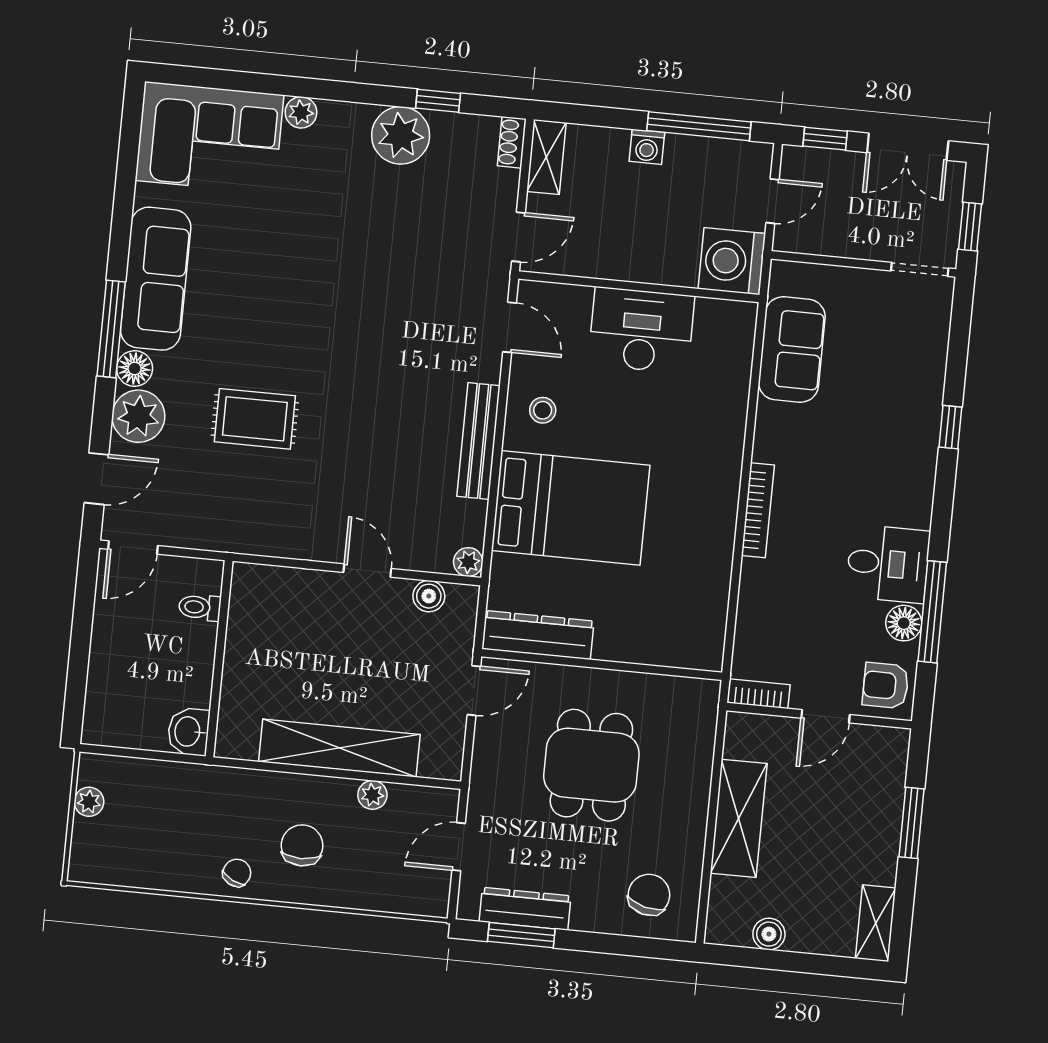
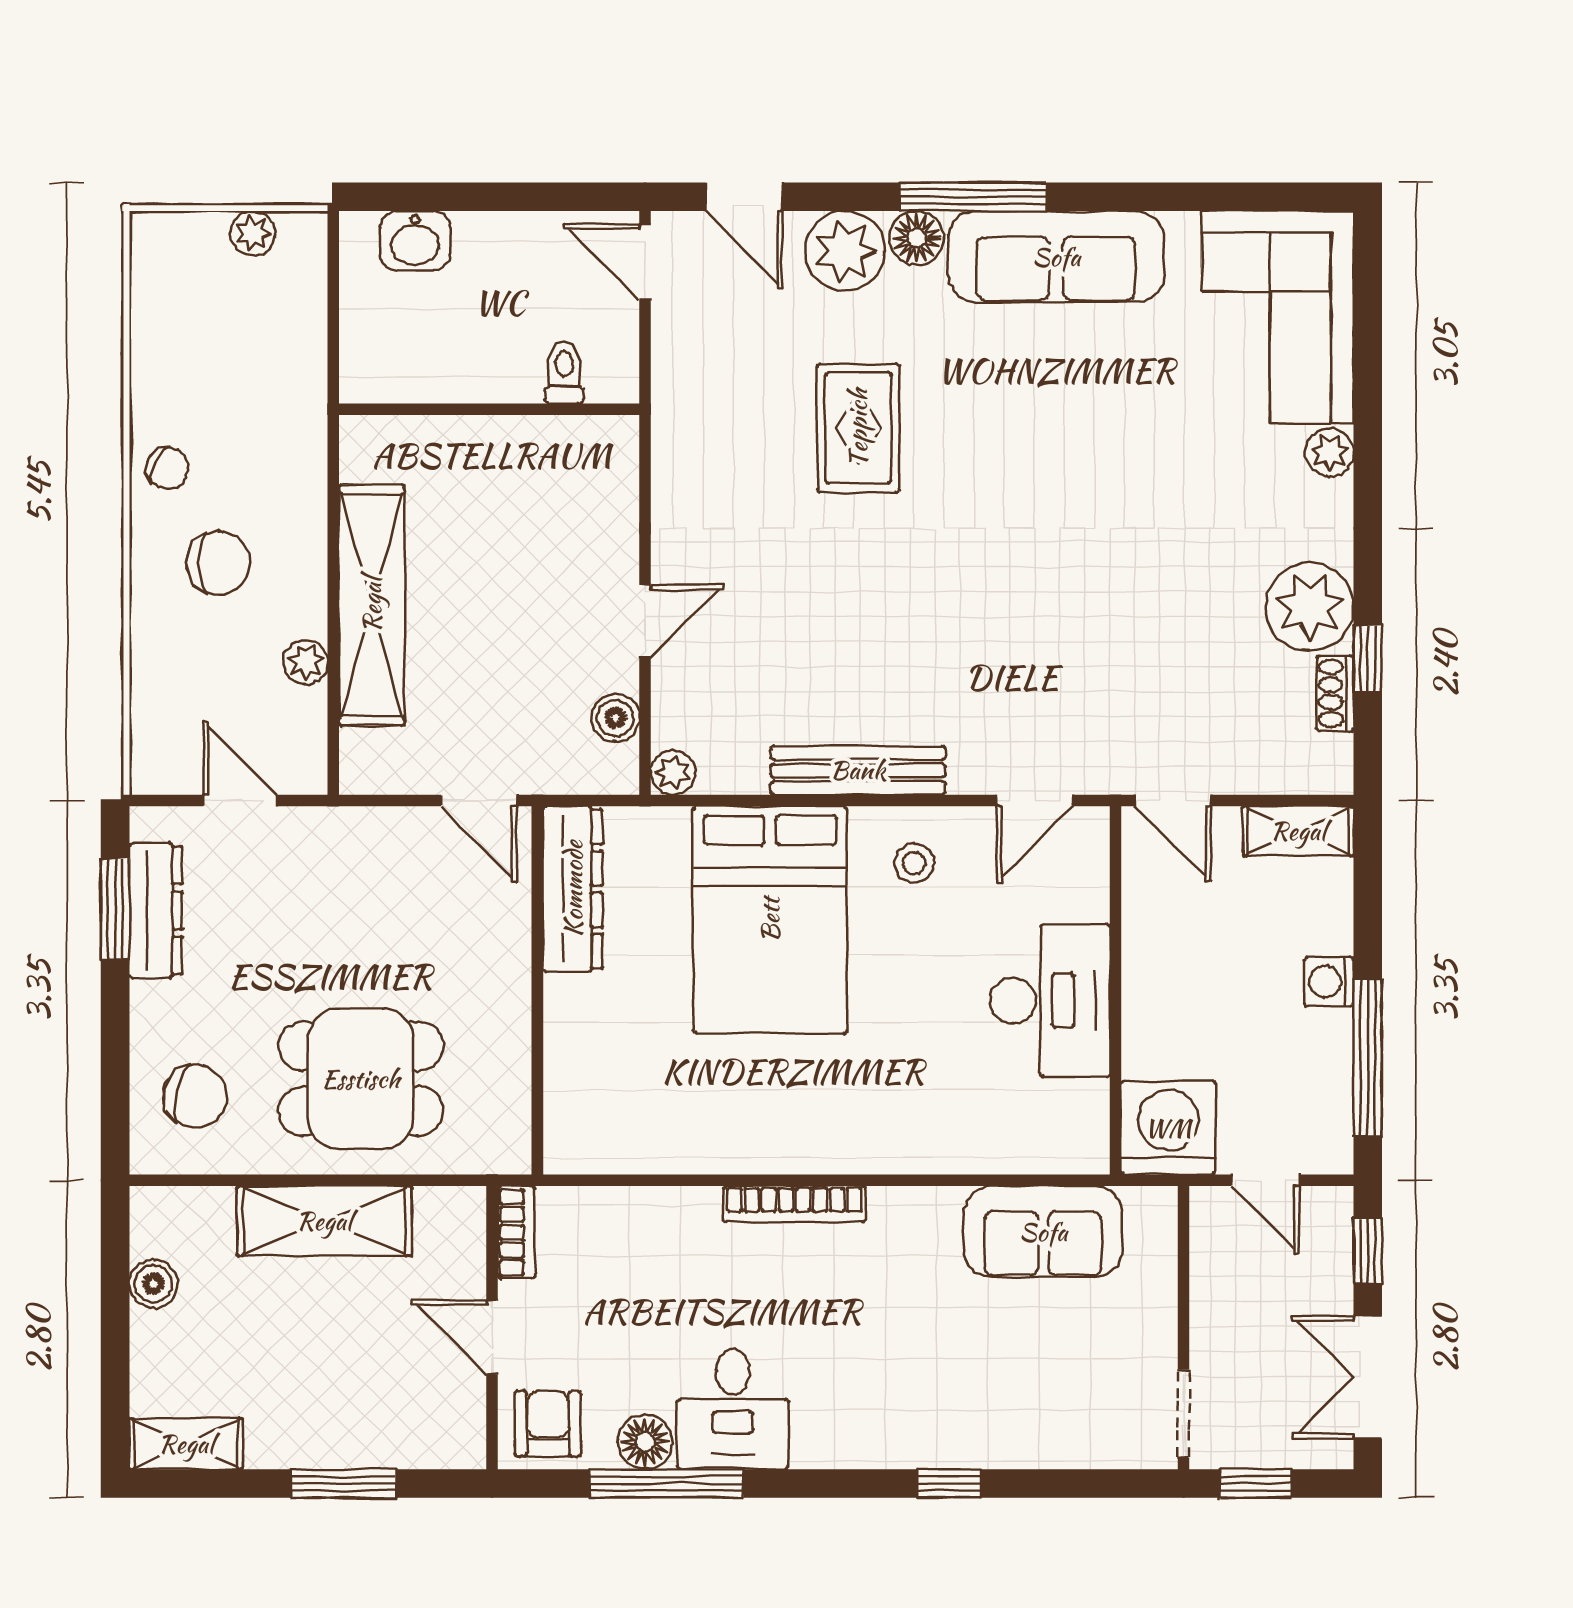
shoe rack: (512, 142) -> (1335, 693), moved, turned -90
washbasin: (188, 732) -> (415, 241), moved, turned 180
dining table: (591, 765) -> (361, 1079), moved

